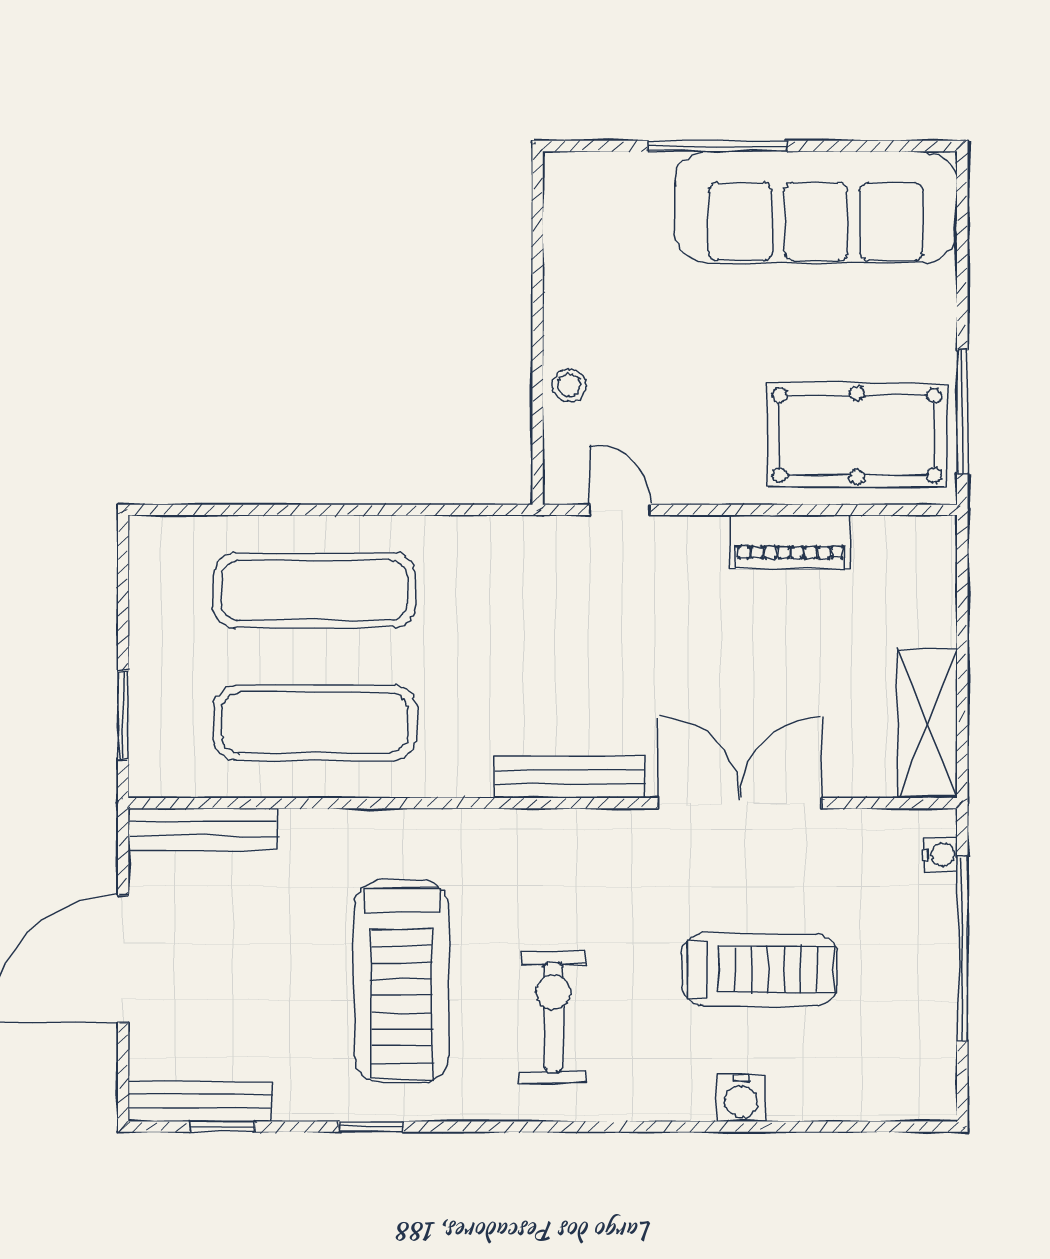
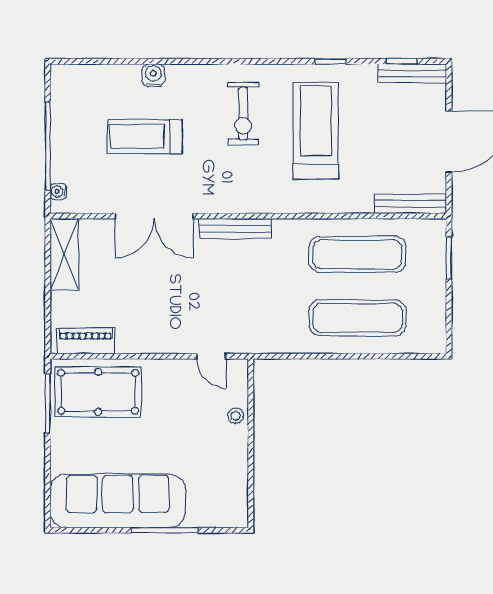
piano: (790, 542) -> (86, 341), moved

